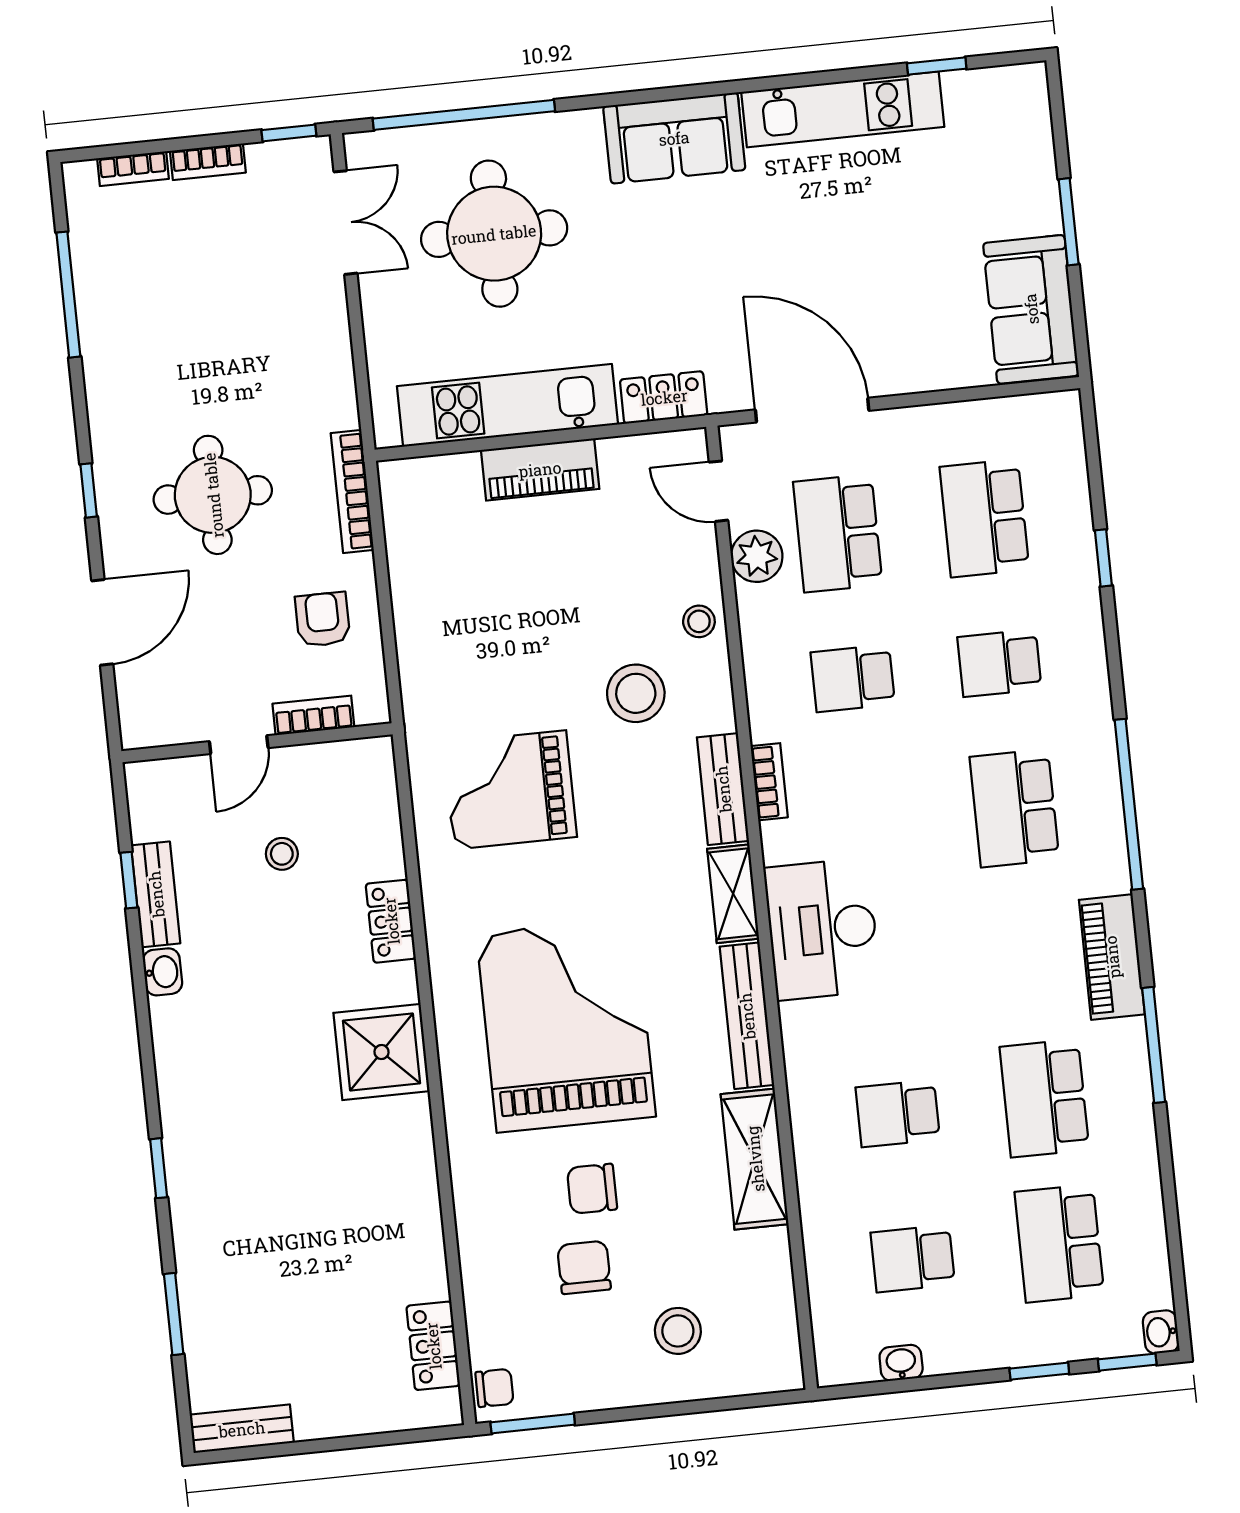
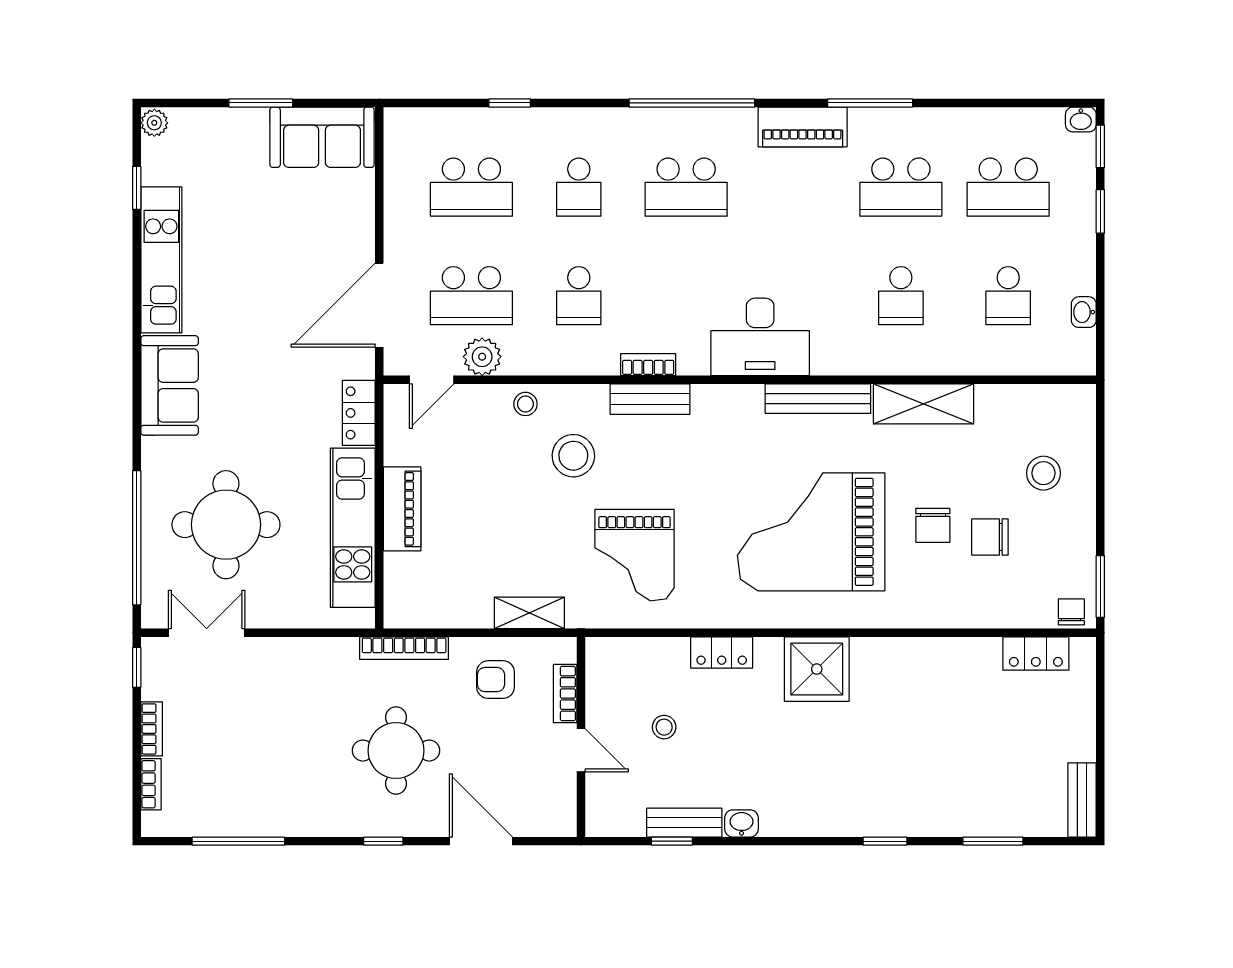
plant: (1027, 81) -> (154, 123), added
shelving: (733, 894) -> (529, 613), moved

